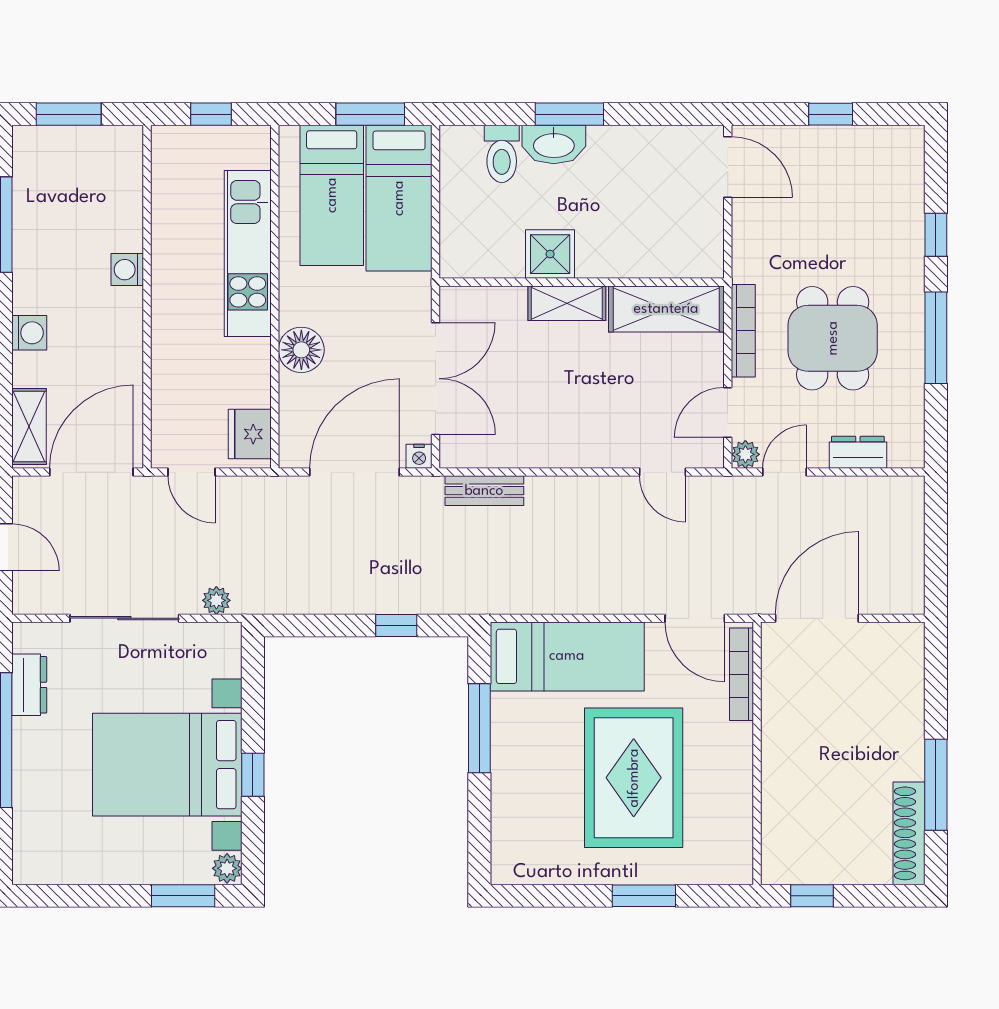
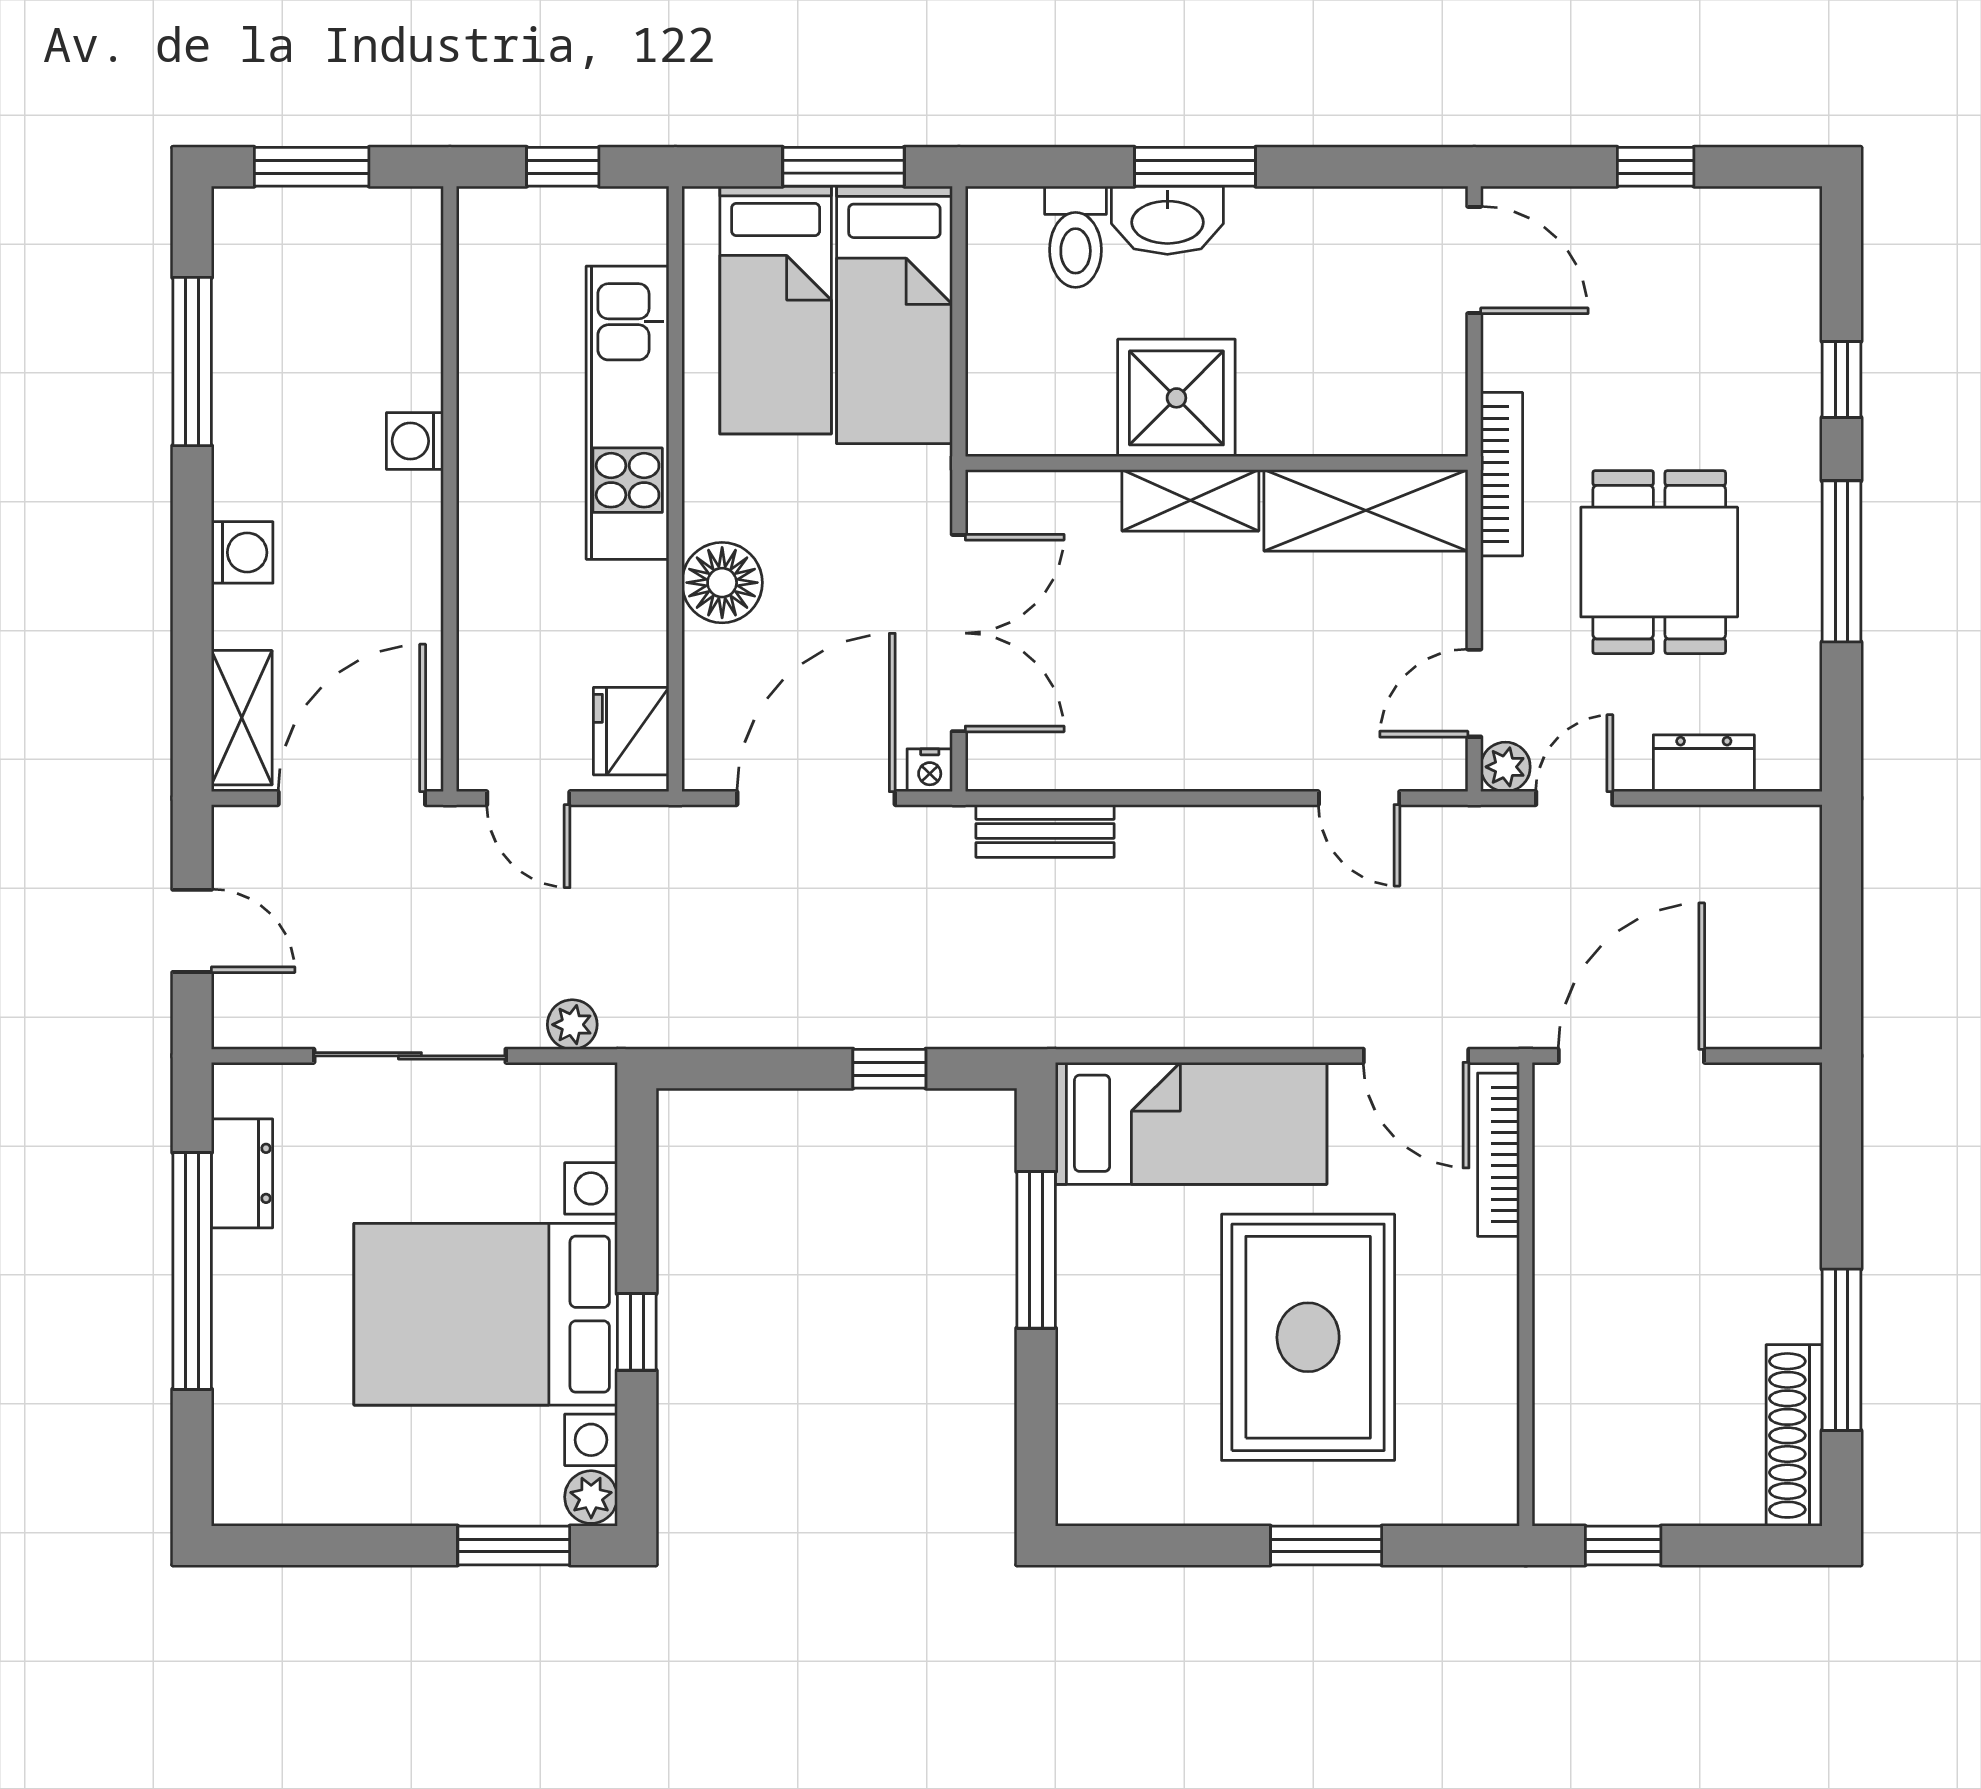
shower: (550, 254) -> (1176, 398), width x1.36, depth x1.36
bookcase: (743, 331) -> (1502, 474), moved

